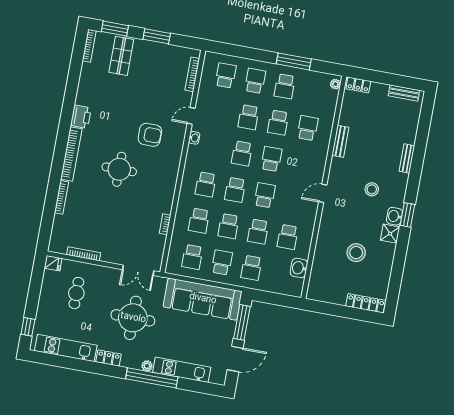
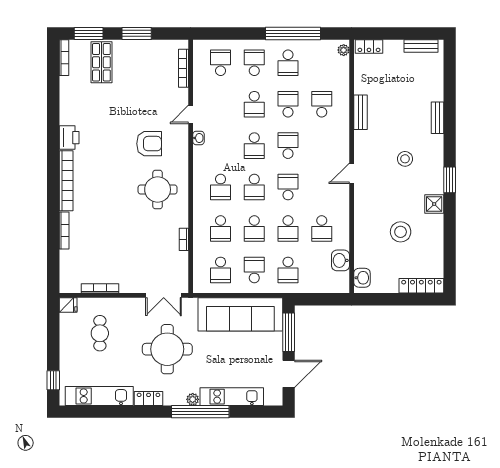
window: (294, 61) -> (293, 33), width x1.46
school desk: (278, 123) -> (288, 104), turned 180
round table: (119, 169) -> (158, 190), moved
washbasin: (394, 216) -> (362, 278), moved, turned 180

